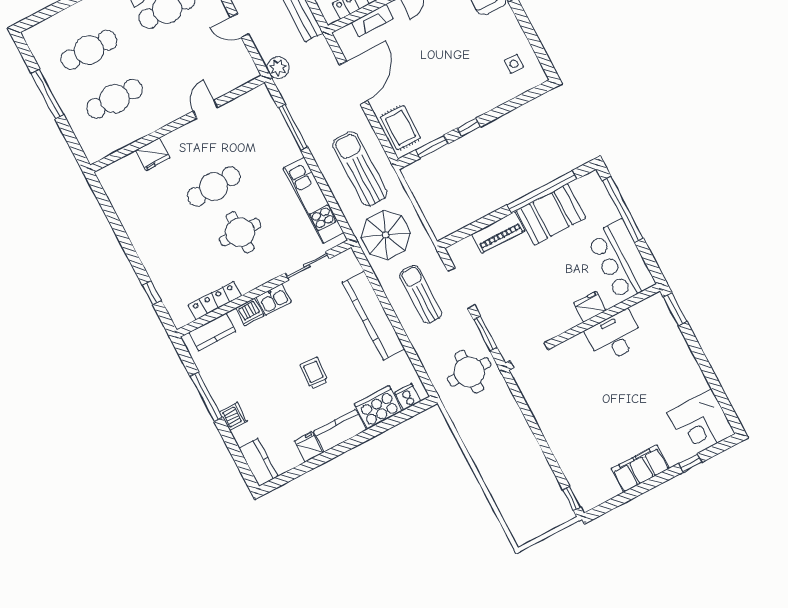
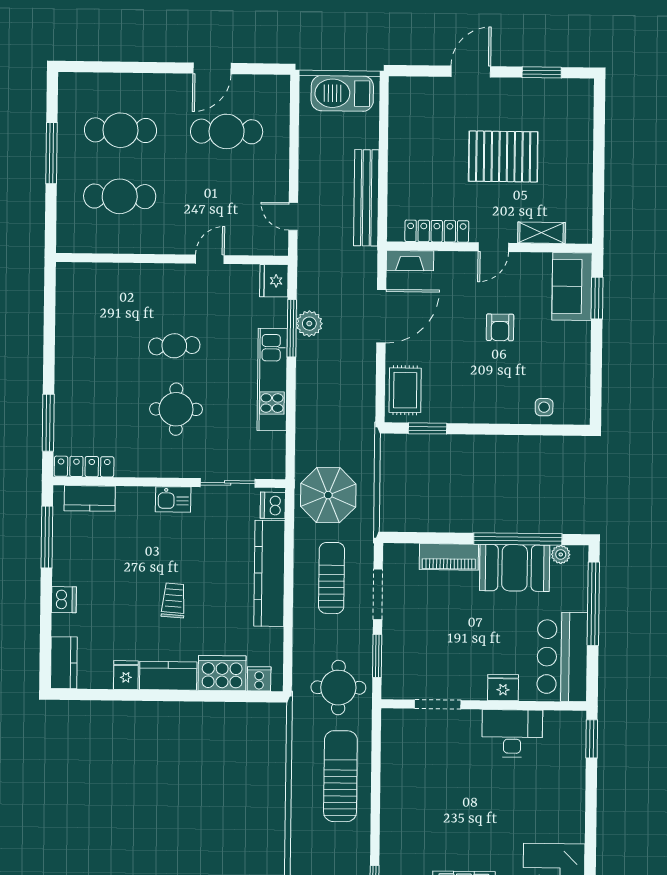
fireplace: (372, 21) -> (410, 261), moved
door: (239, 26) -> (293, 216), moved
armchair: (445, 44) -> (500, 327), added
side table: (514, 64) -> (544, 407), moved
plant: (278, 68) -> (309, 324), moved
window: (469, 127) -> (477, 429), removed
fridge: (153, 154) -> (274, 281), moved, turned 90
sun lounger: (360, 169) -> (340, 776), moved
plant: (579, 186) -> (561, 554), added
cafe table: (214, 187) -> (174, 346), width x0.73, depth x0.74
kitchen unit: (313, 200) -> (272, 379), moved
window: (152, 293) -> (48, 423), width x2.17
locker: (215, 301) -> (84, 467), moved
dishwasher: (250, 312) -> (273, 505), moved, turned 90
doorway: (529, 355) -> (438, 704), moved
window: (206, 397) -> (47, 537), moved

